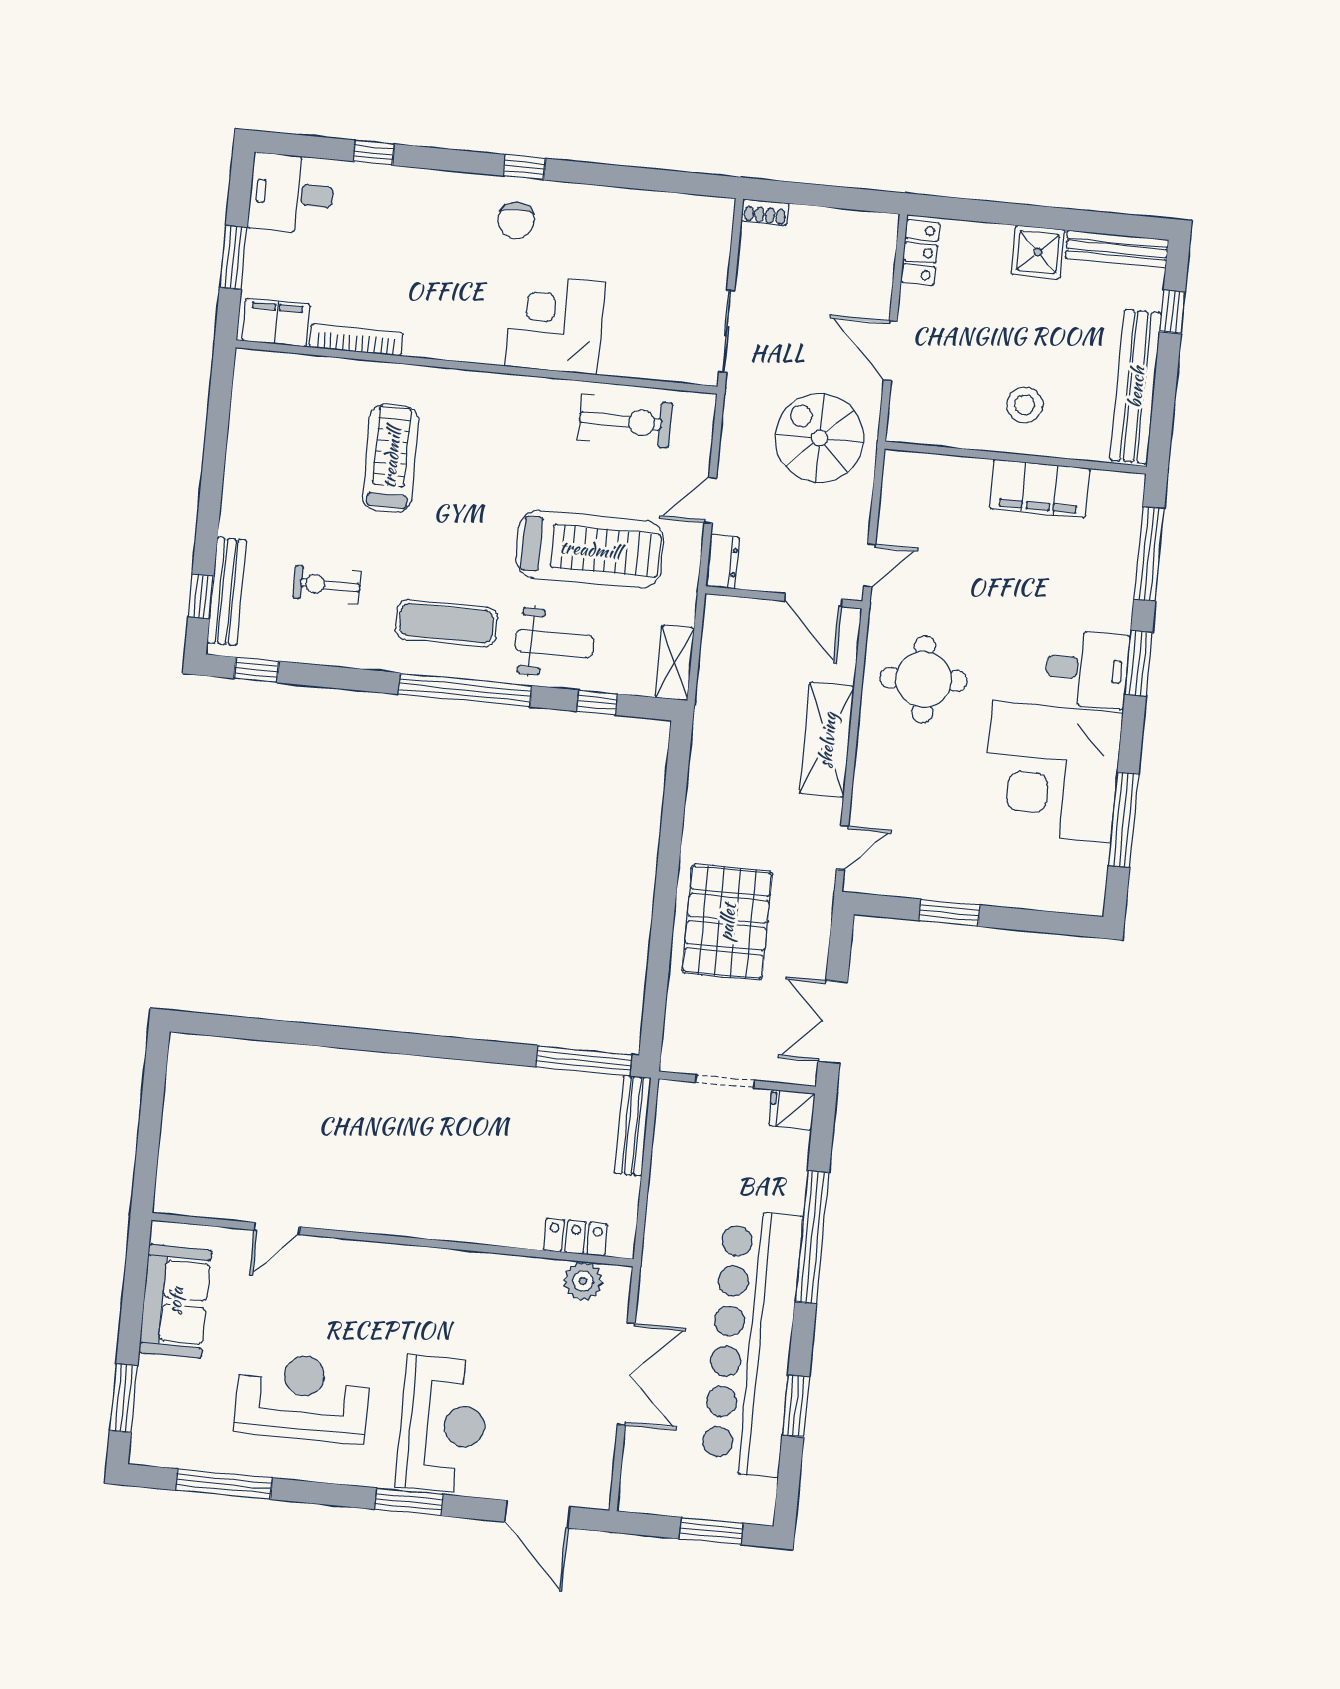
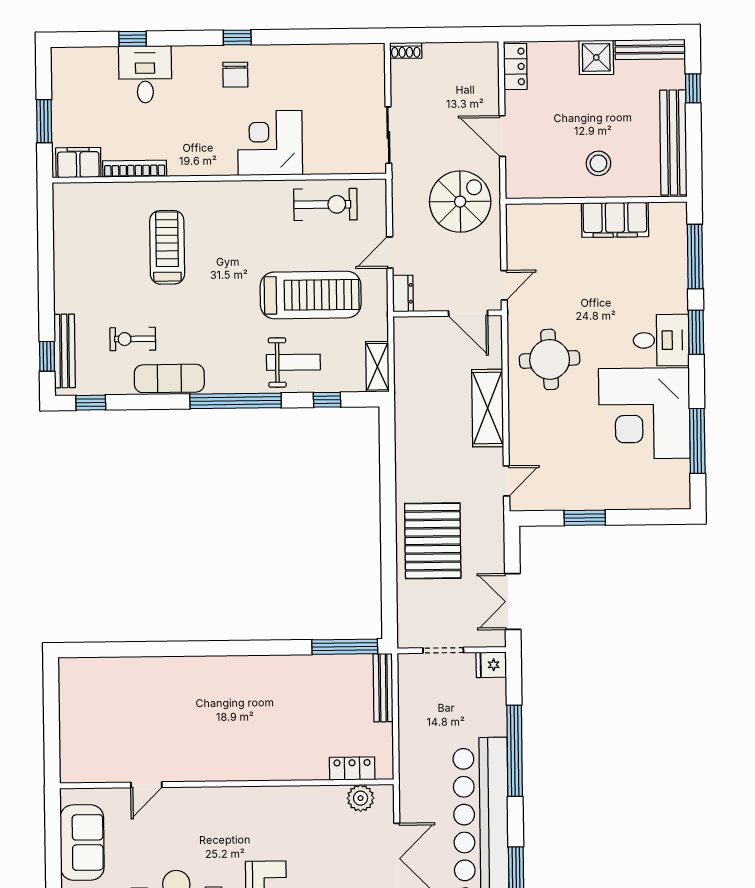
desk: (292, 194) -> (145, 74), moved, turned 90
spiral stairs: (820, 438) -> (460, 202), turned 90
exercise mat: (446, 623) -> (169, 378), moved

